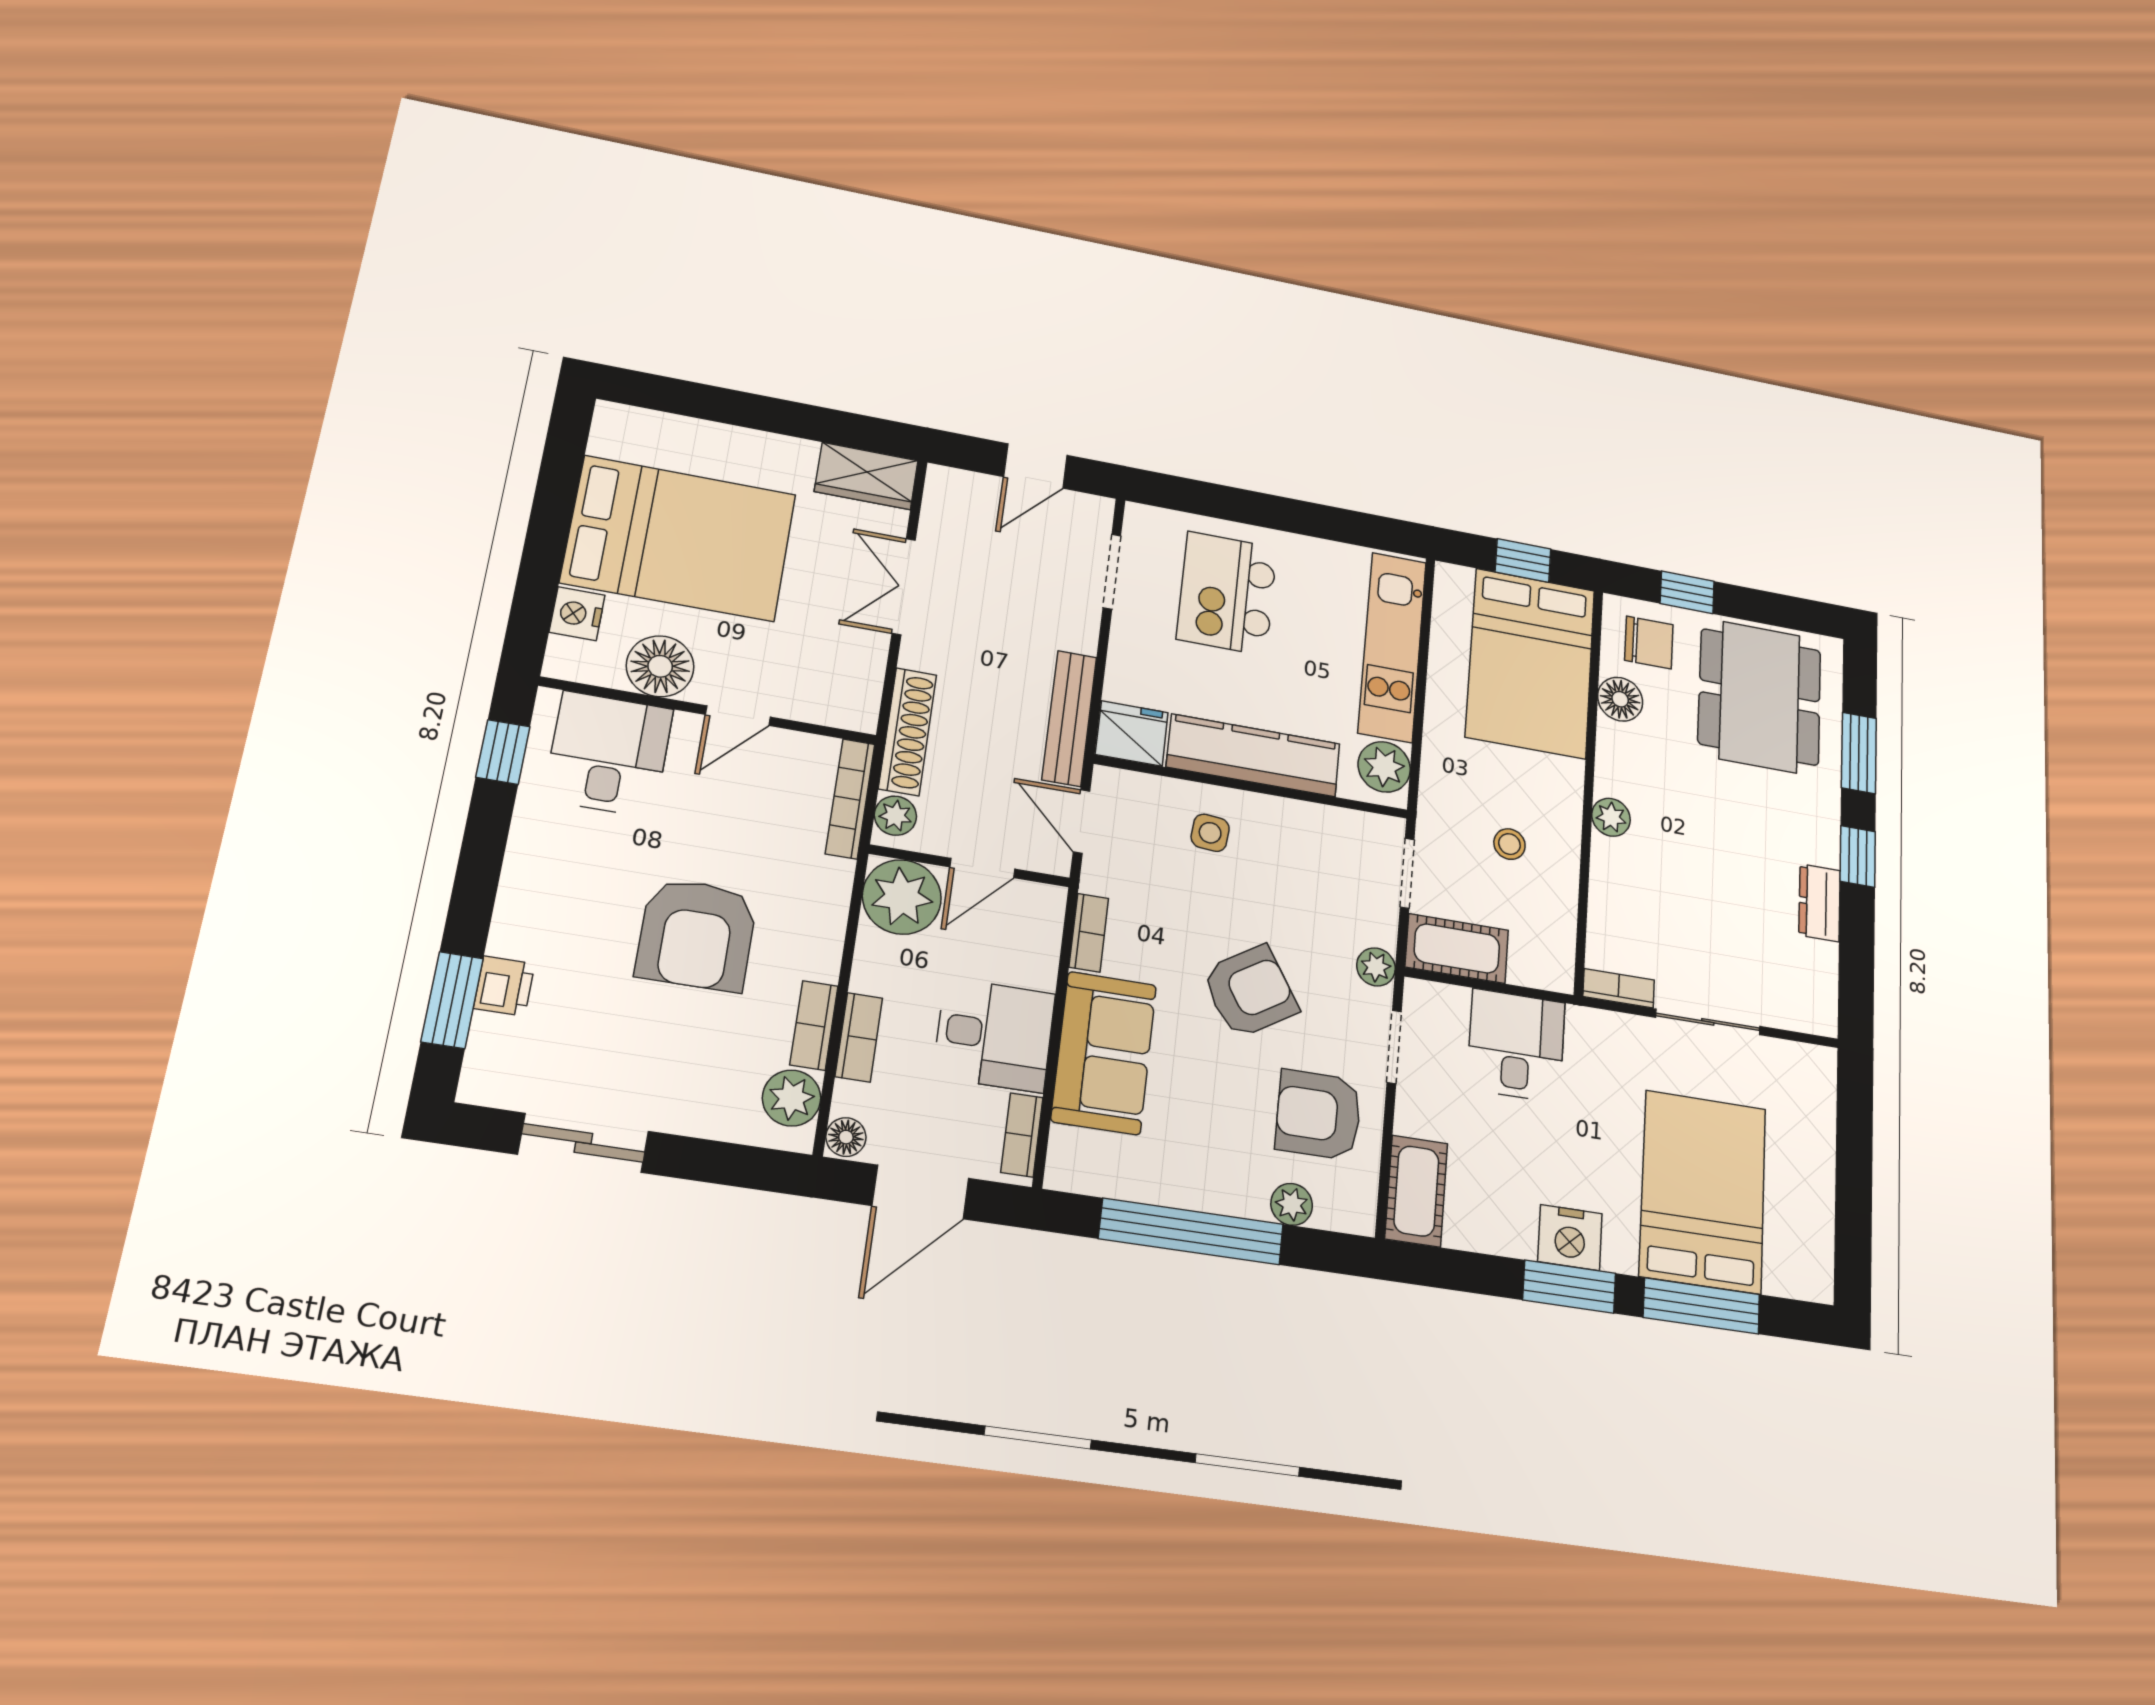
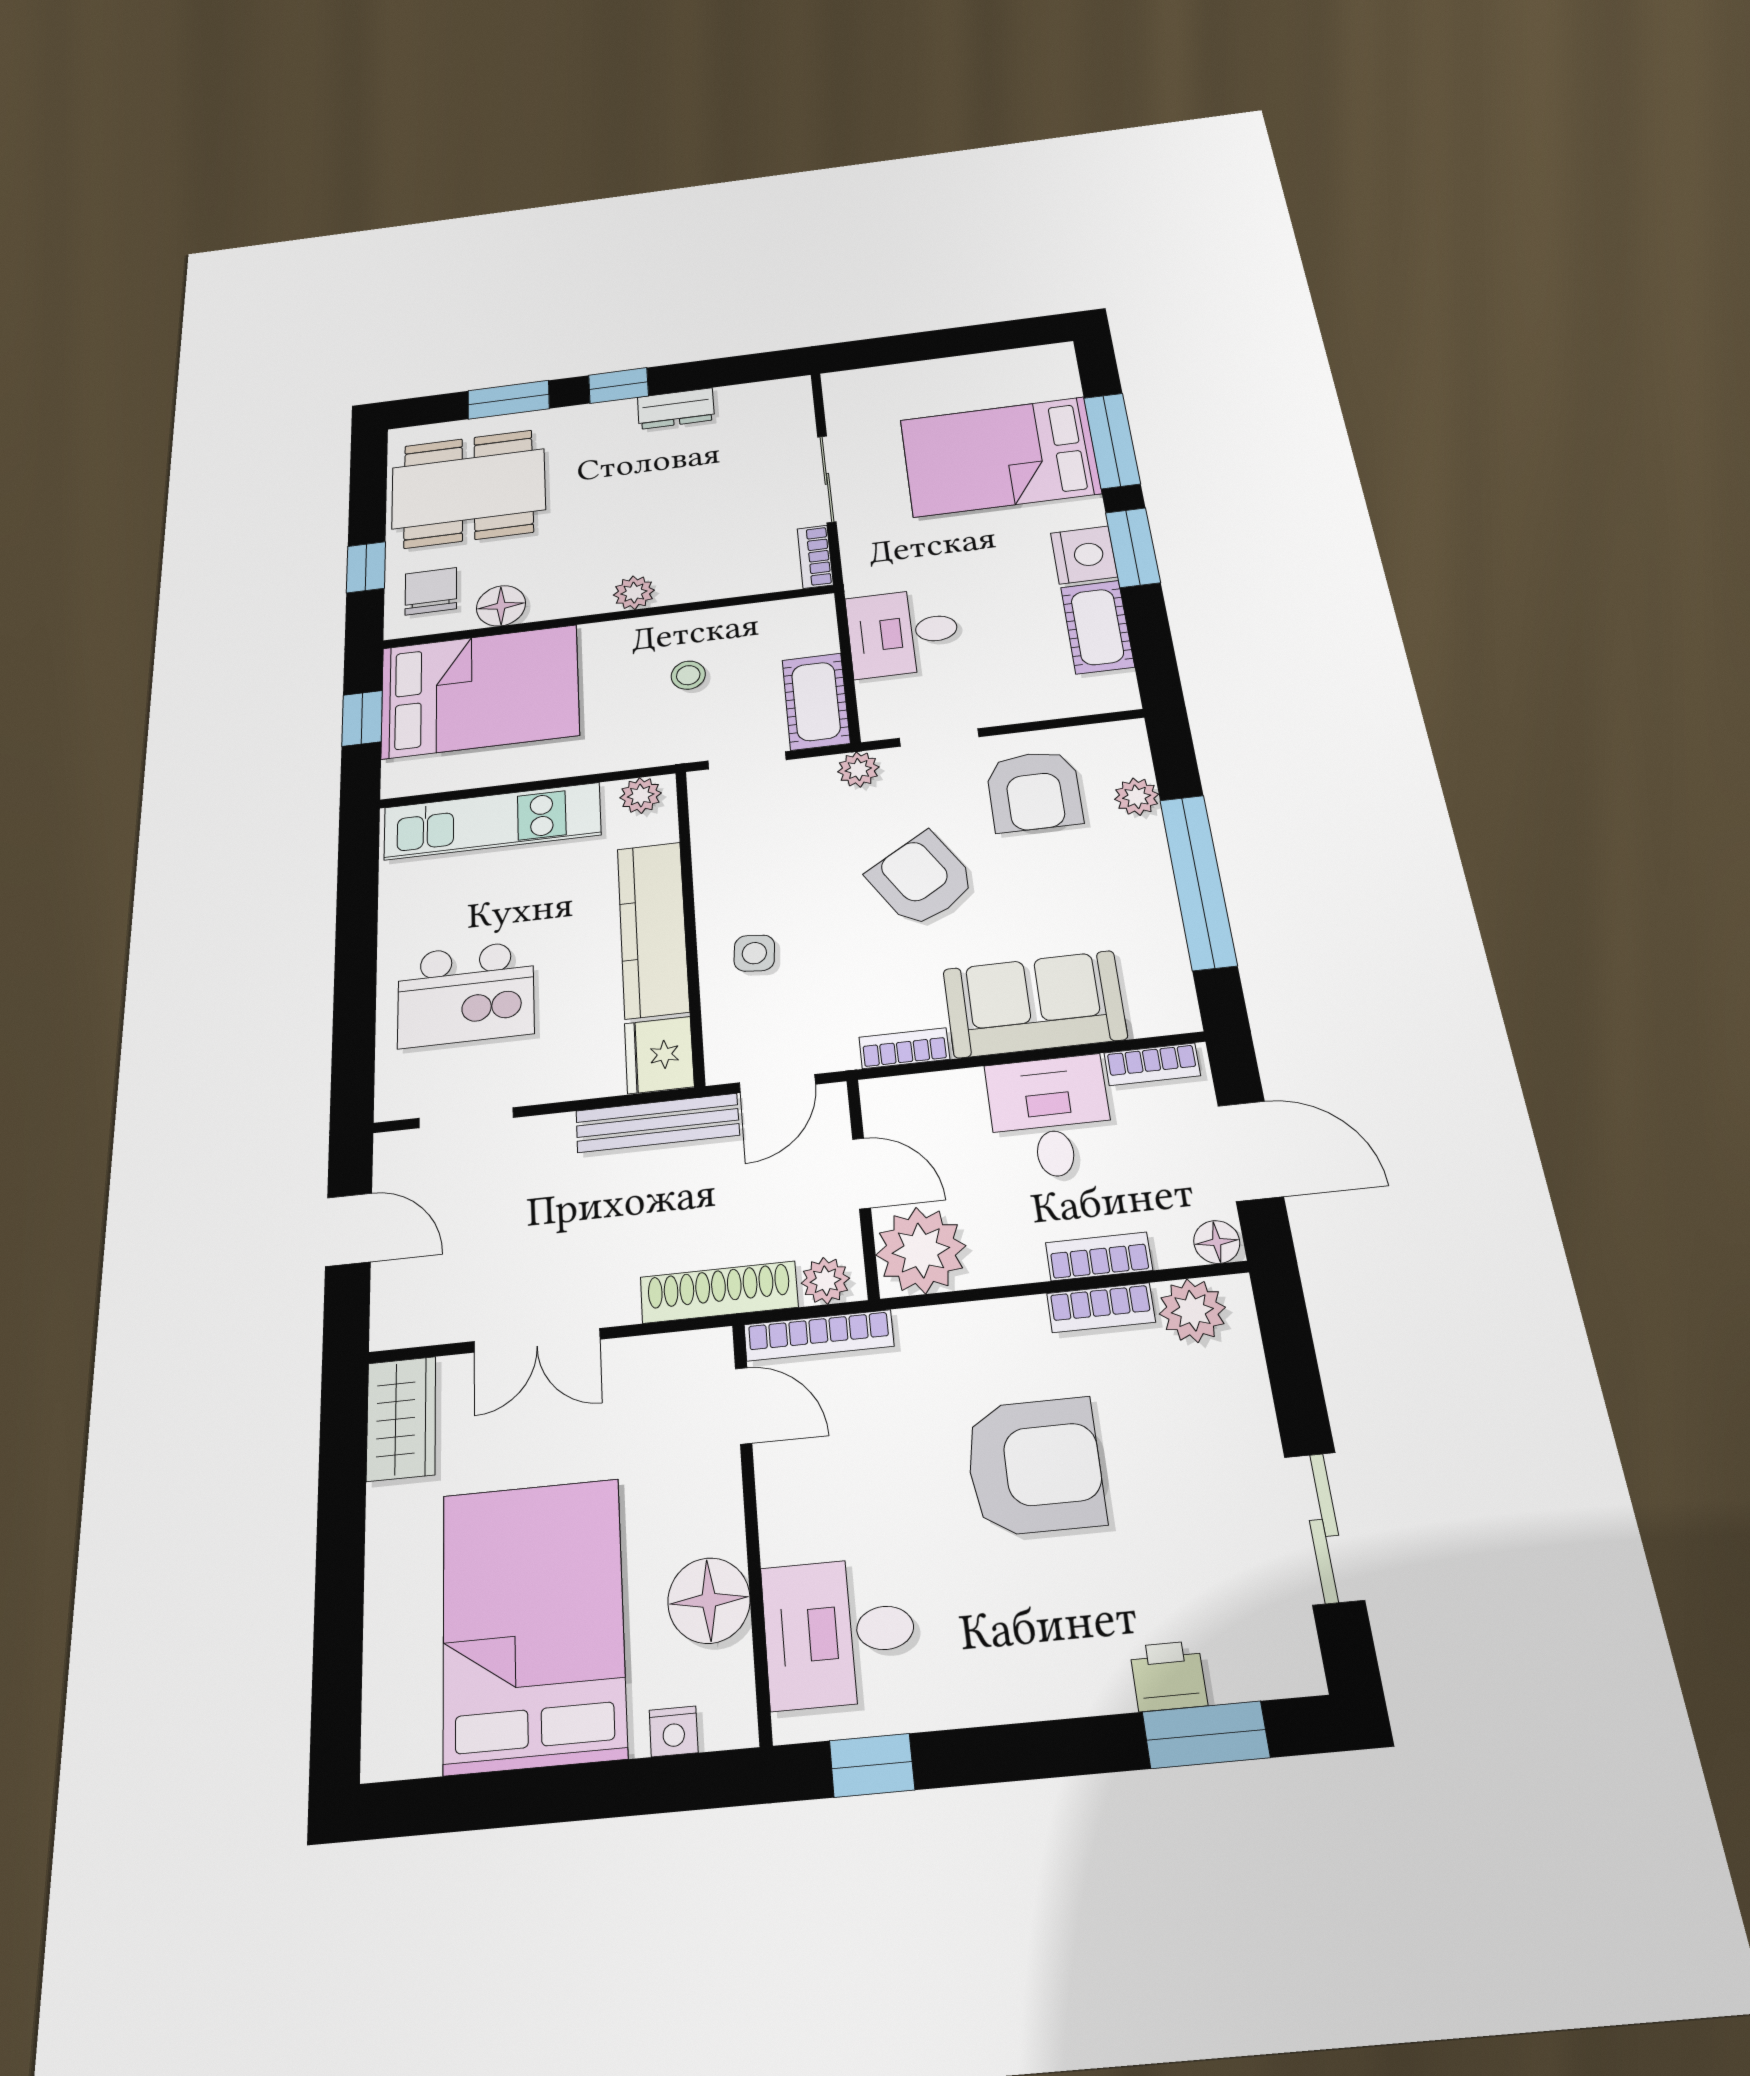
nightstand: (577, 614) -> (674, 1731), width x0.72, depth x0.74
door: (738, 716) -> (744, 1406), moved
plant: (1384, 767) -> (641, 795), width x0.73, depth x0.73
cot: (1416, 1191) -> (1097, 627), moved, turned 90

